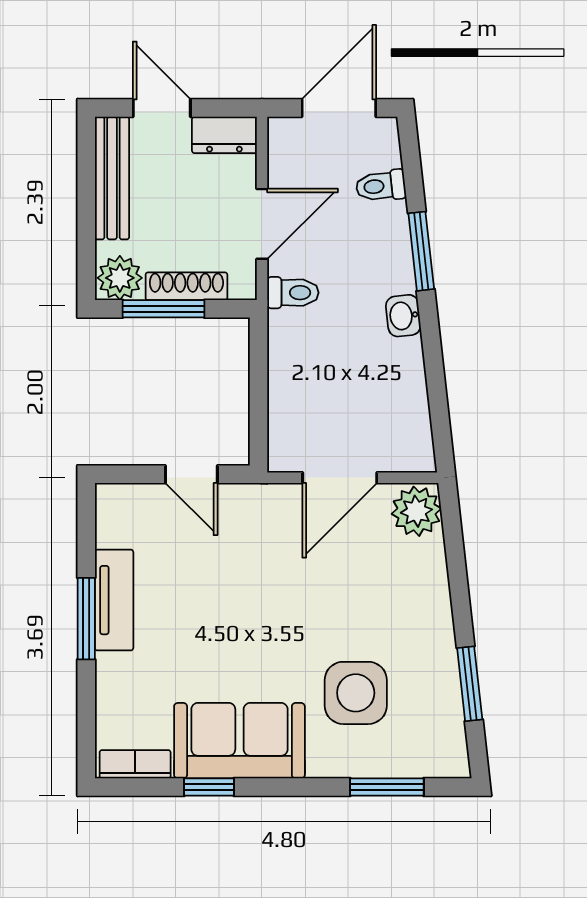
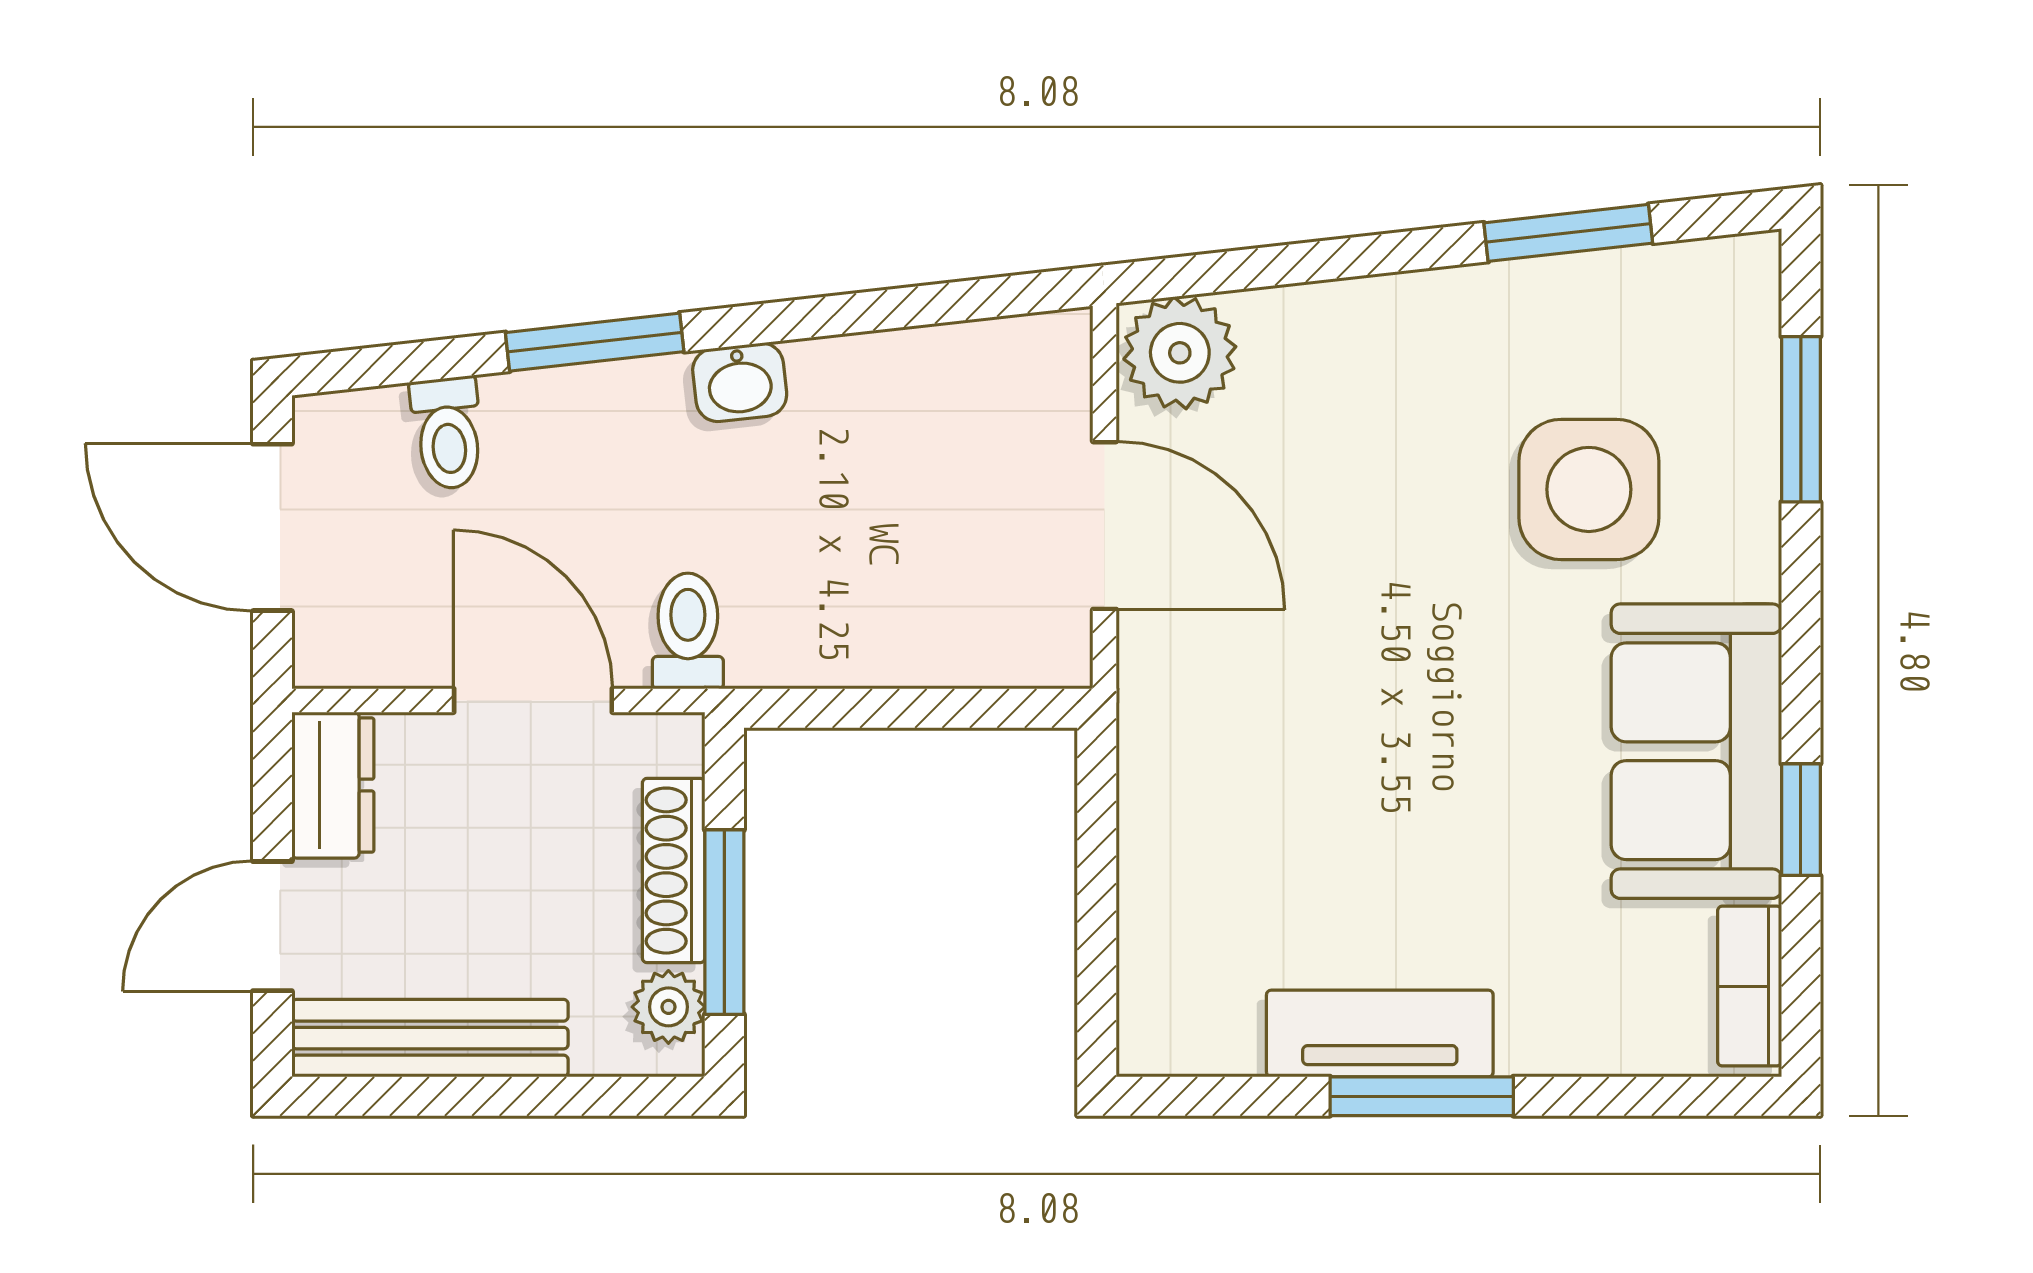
plant: (120, 278) -> (668, 1007), width x0.73, depth x0.73
door: (191, 474) -> (1097, 859), removed

